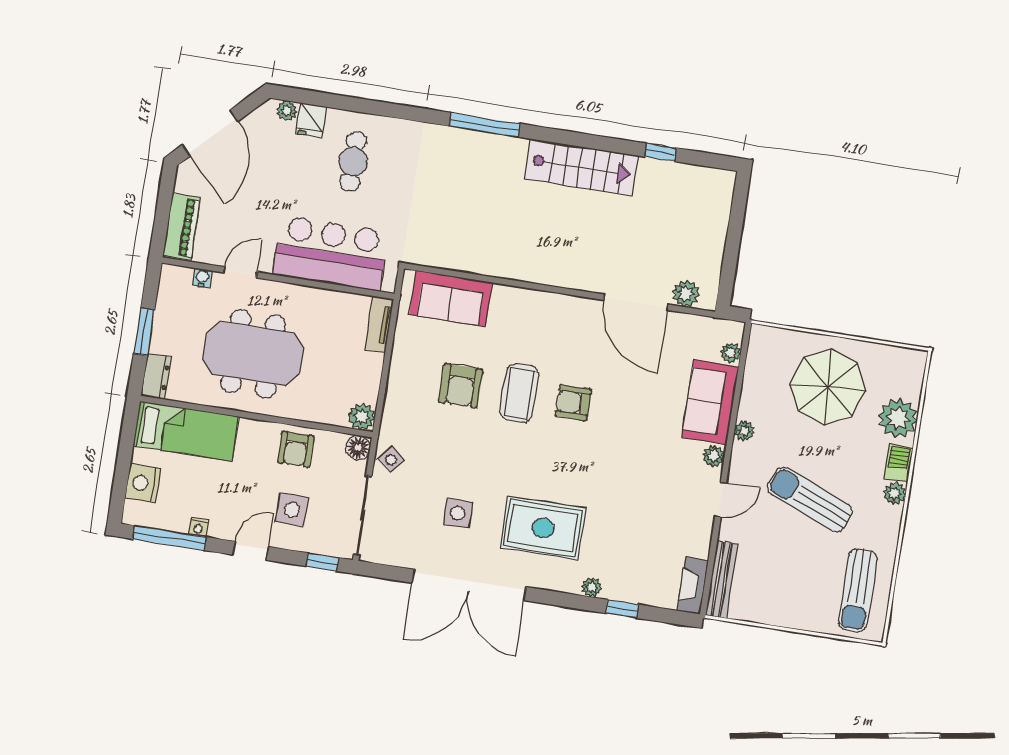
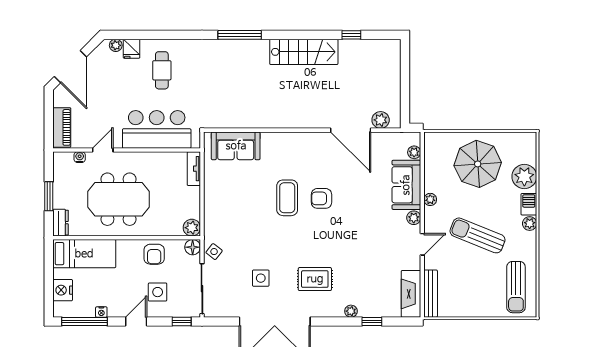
armchair: (461, 386) -> (250, 199), removed
rug: (543, 528) -> (315, 279), width x0.73, depth x0.70
fireplace: (693, 586) -> (411, 294), width x1.37, depth x1.32

